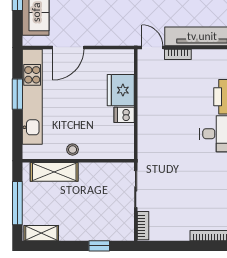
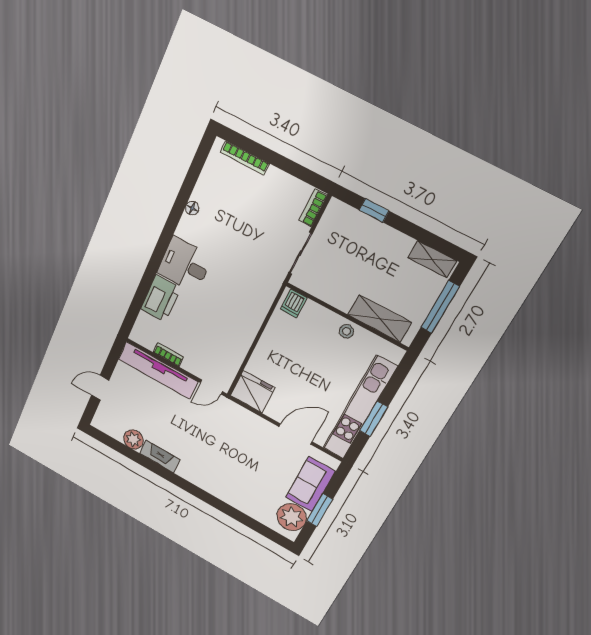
door: (152, 47) -> (211, 387), hinge flipped
bookcase: (178, 54) -> (168, 355), moved
fridge: (121, 90) -> (253, 392), moved, turned -90
dishwasher: (124, 115) -> (294, 303), moved, turned 90

